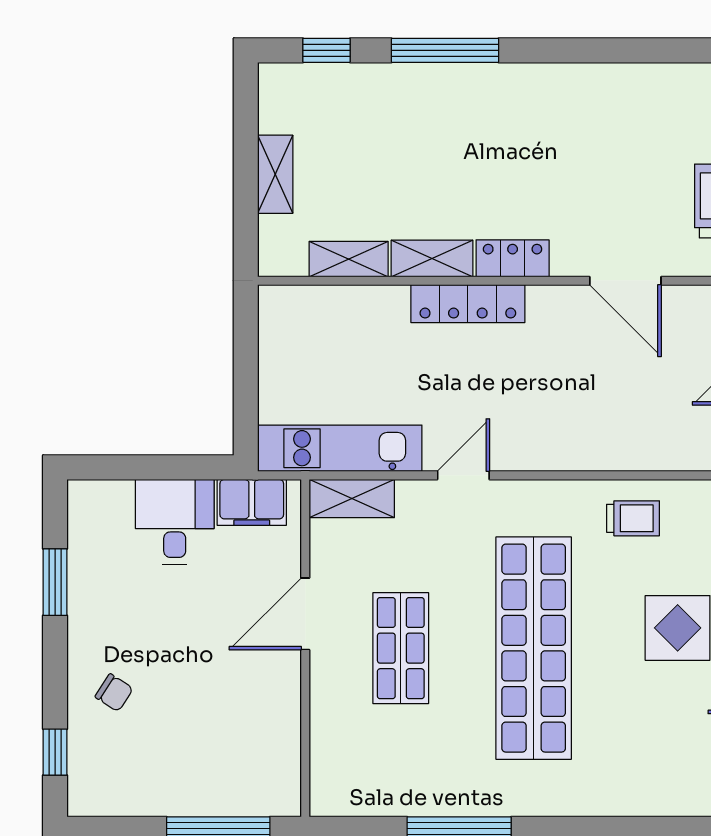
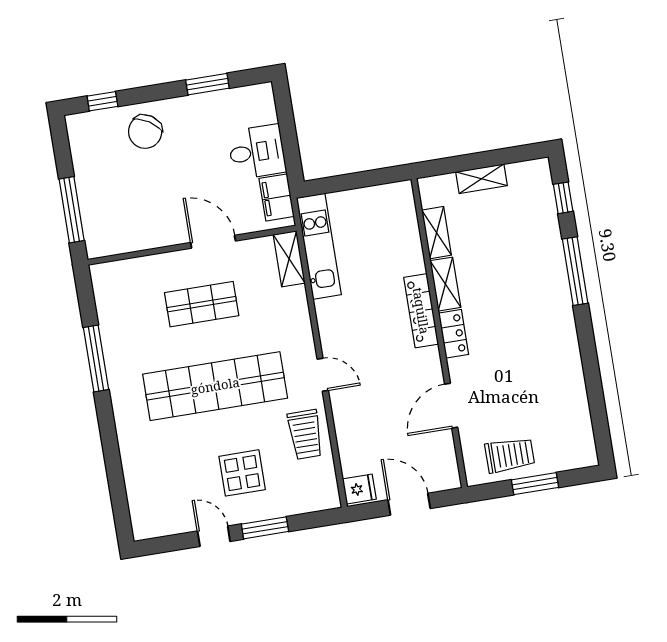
door: (463, 475) -> (323, 375), moved
trolley: (633, 518) -> (305, 434), width x1.36, depth x1.39
chair: (114, 693) -> (145, 132), width x1.87, depth x1.87

